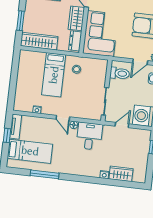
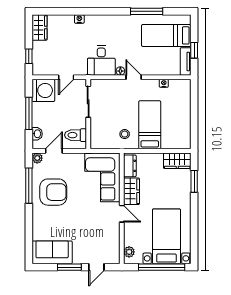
wardrobe: (39, 41) -> (177, 161), width x0.67
wardrobe: (121, 174) -> (40, 28), moved, turned -90

